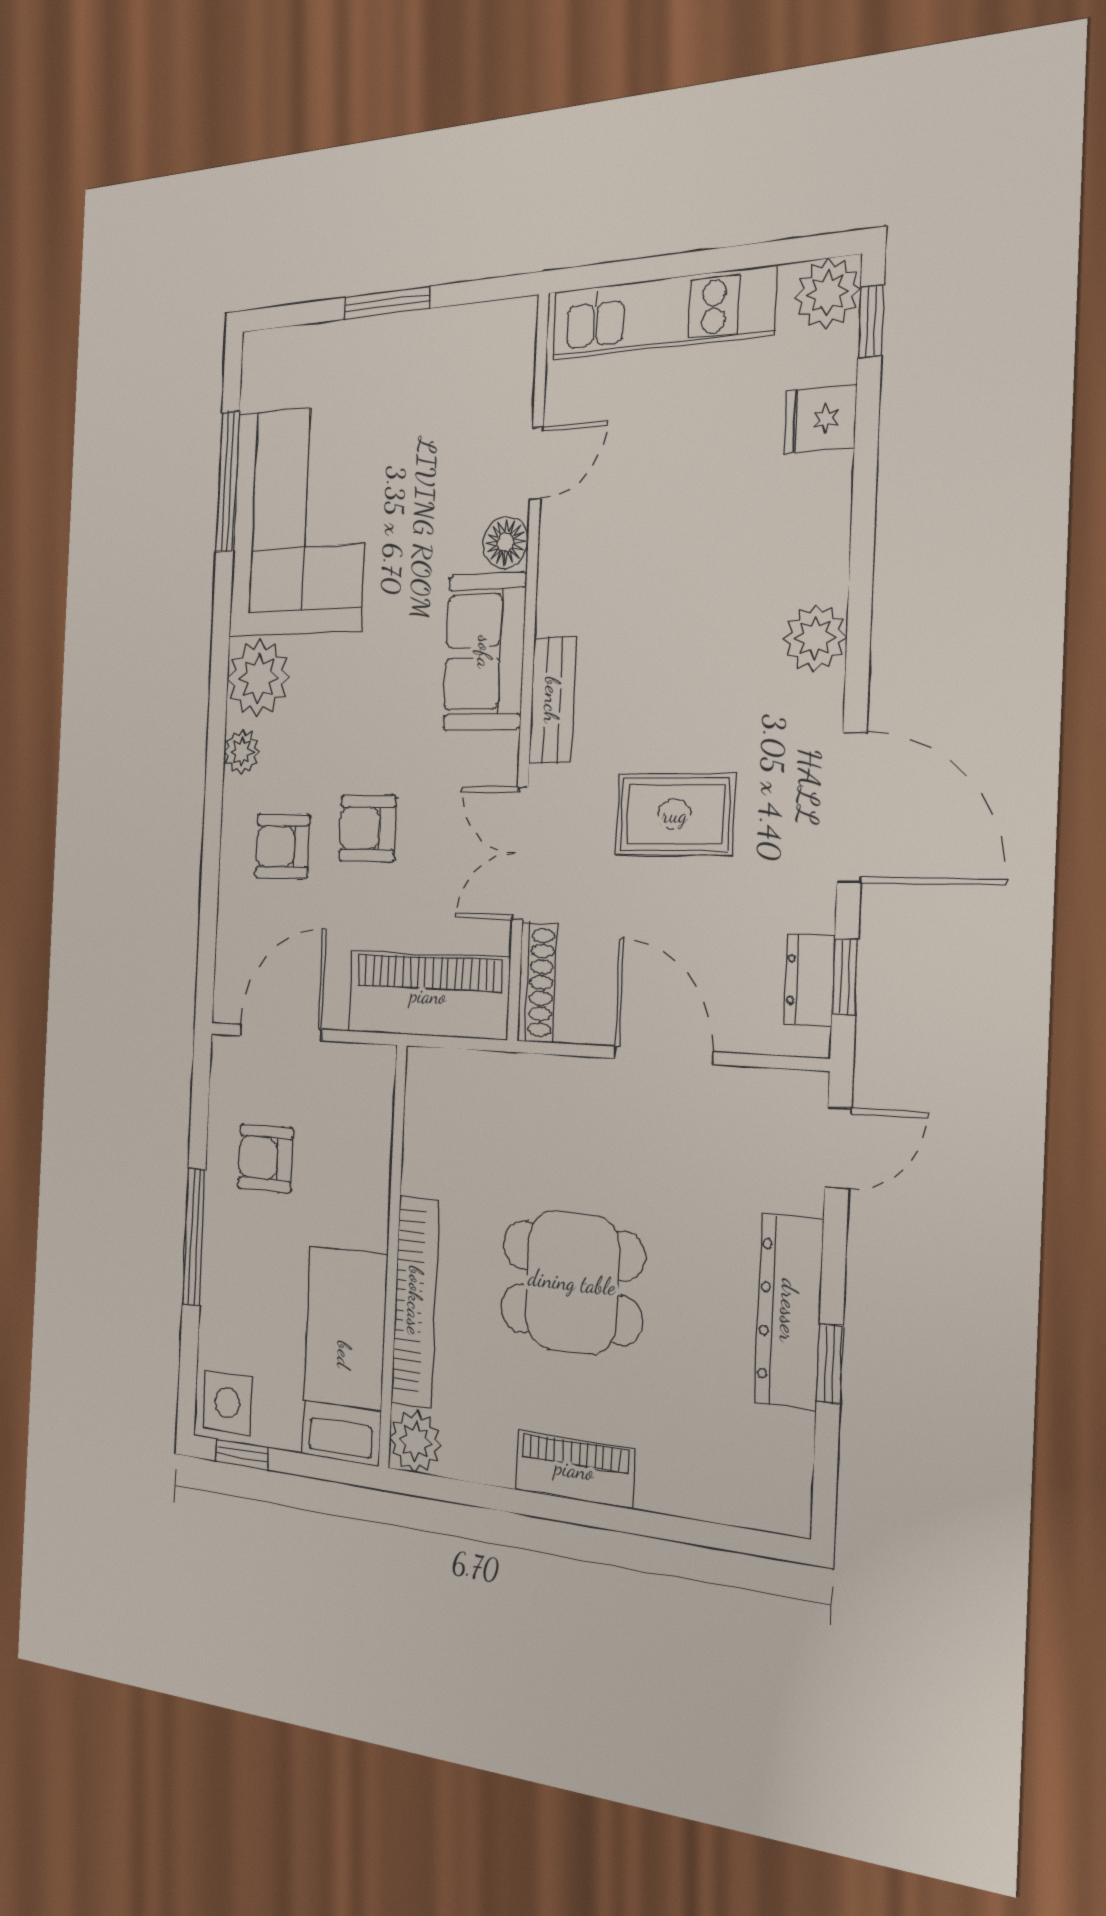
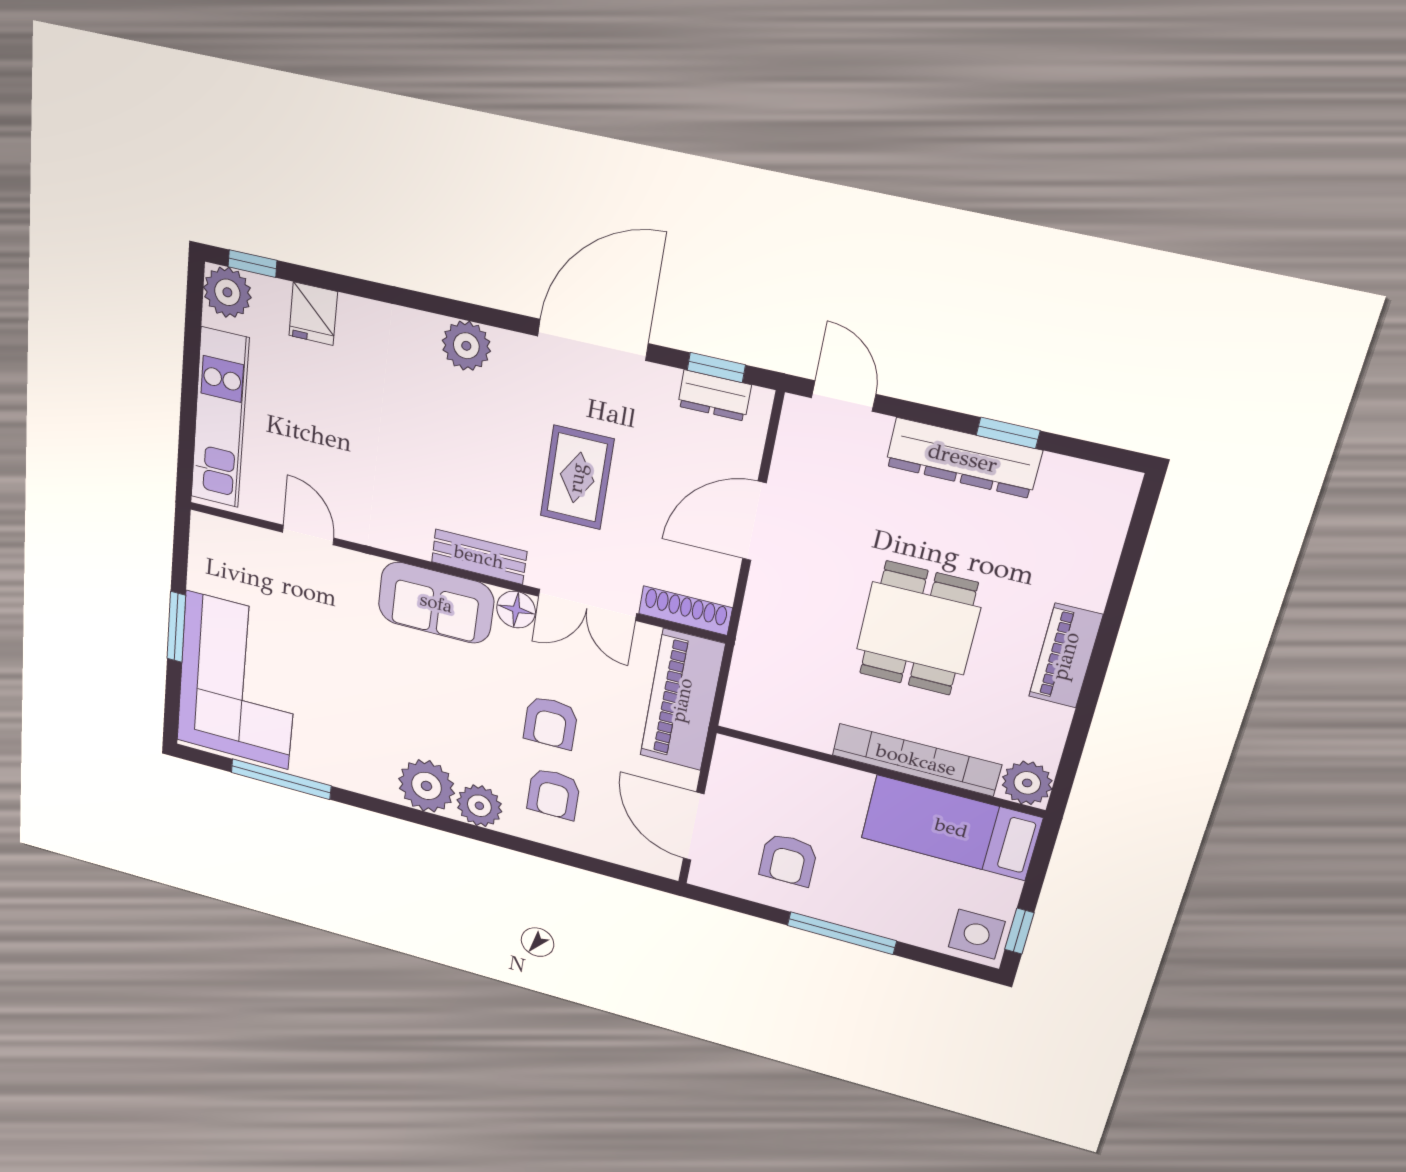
corner sofa: (299, 521) -> (238, 681), moved, turned 90
floor lamp: (506, 542) -> (516, 610), moved
plant: (242, 752) -> (479, 806), width x1.38, depth x1.38

